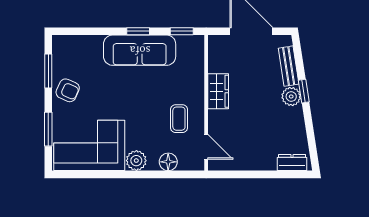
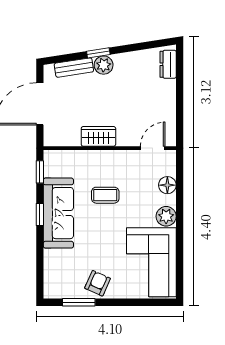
coffee table: (179, 119) -> (105, 195), moved
window: (48, 129) -> (135, 302), removed

